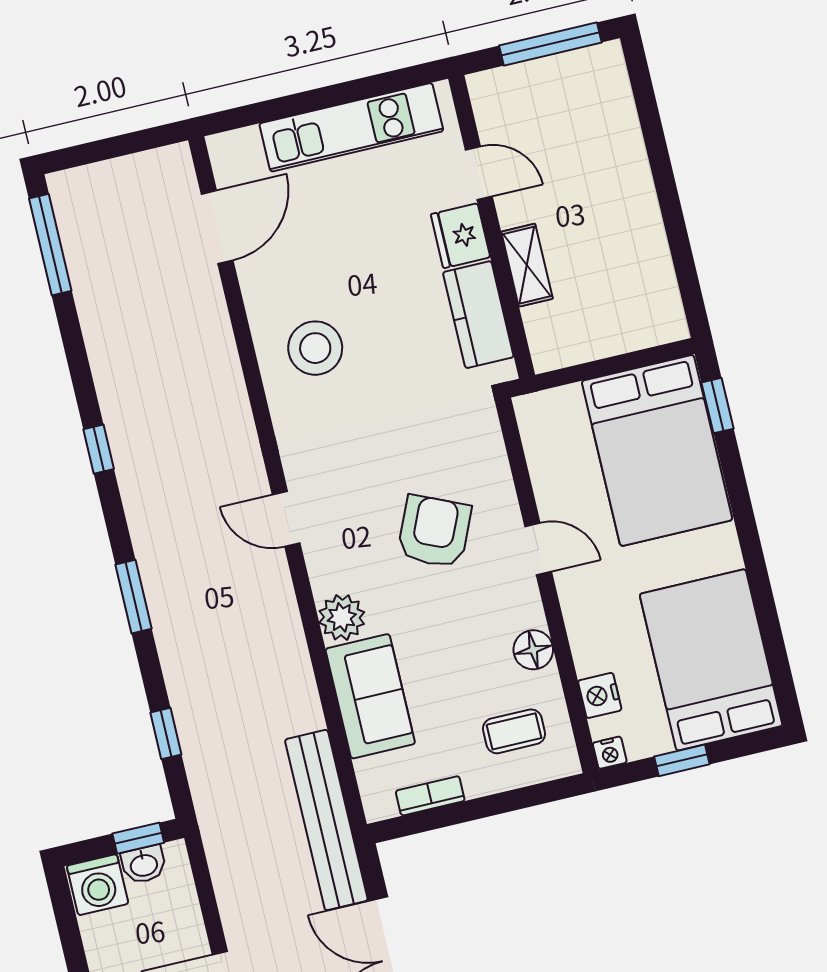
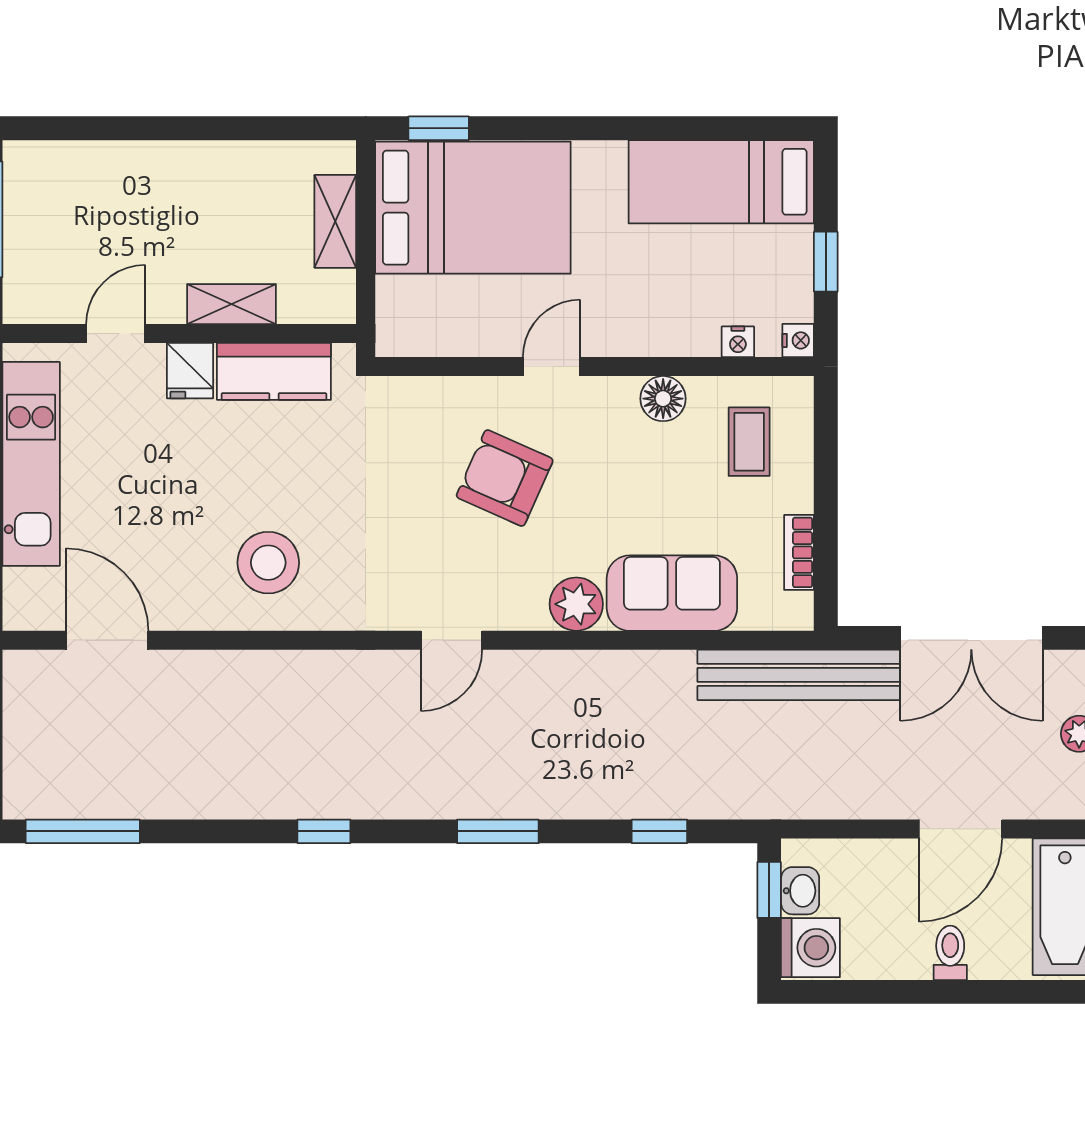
fridge: (460, 236) -> (190, 371), width x0.72
shelving: (618, 337) -> (335, 221), added
bed: (711, 660) -> (721, 182), width x0.67
nightstand: (600, 695) -> (738, 342), width x0.72, depth x0.74

